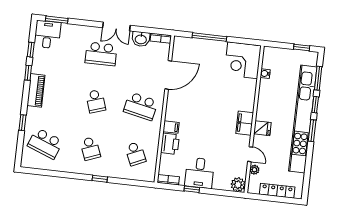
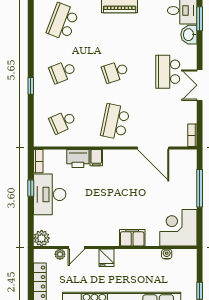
washbasin: (141, 39) -> (189, 35), moved
filing cabinet: (245, 123) -> (132, 238), moved
desk: (199, 173) -> (50, 194), width x1.37

